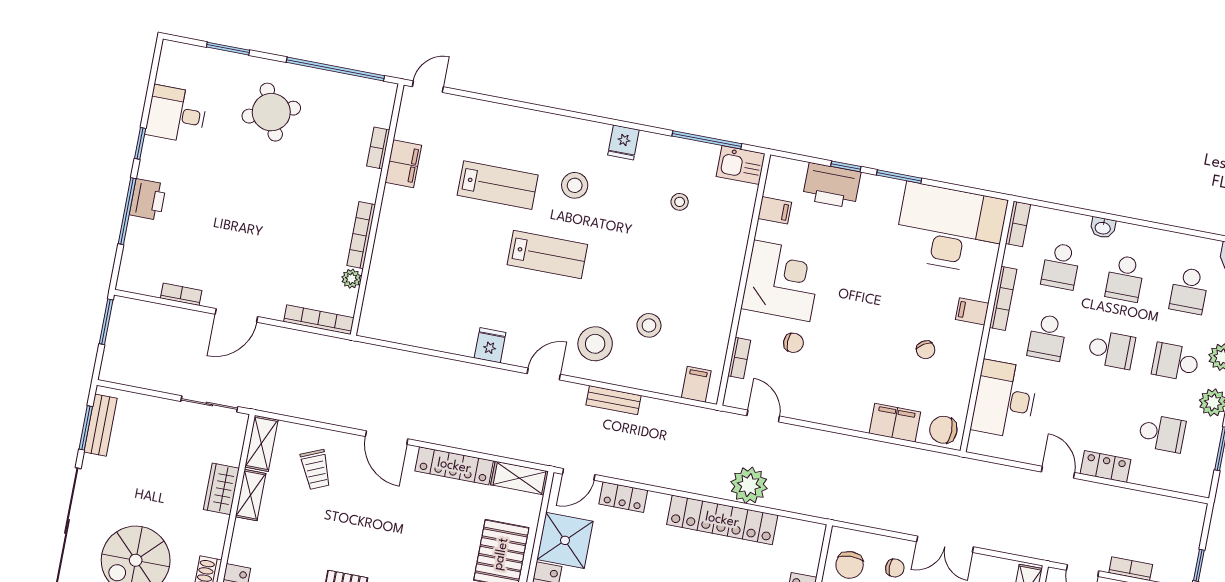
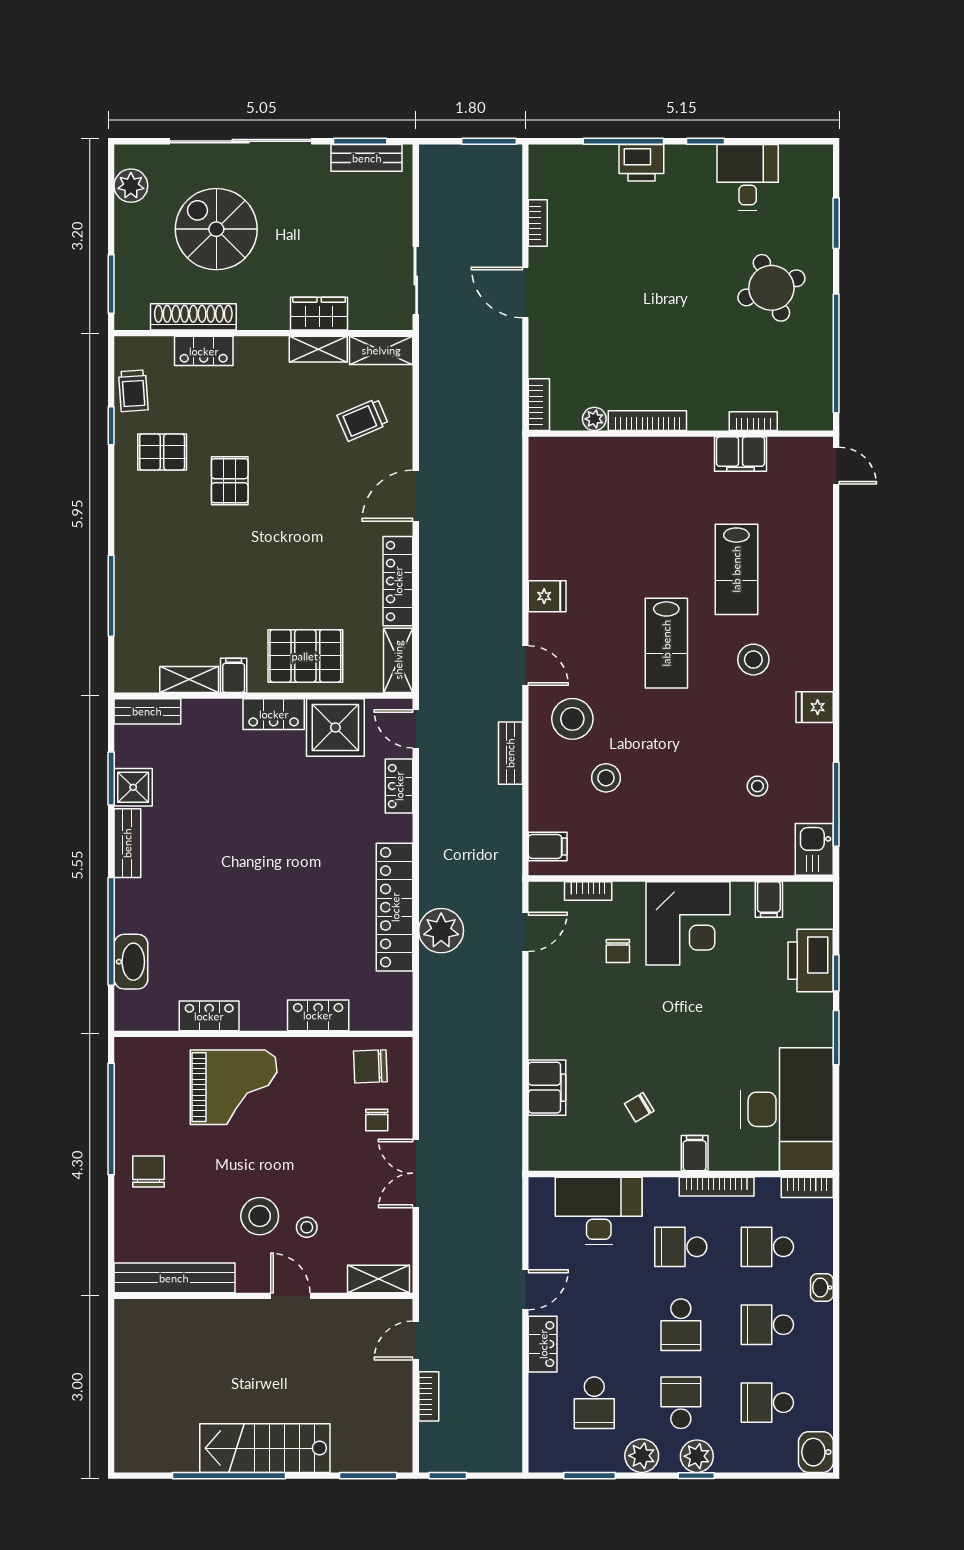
bookcase: (319, 320) -> (539, 405), width x0.64
chair: (943, 430) -> (550, 1146), removed

